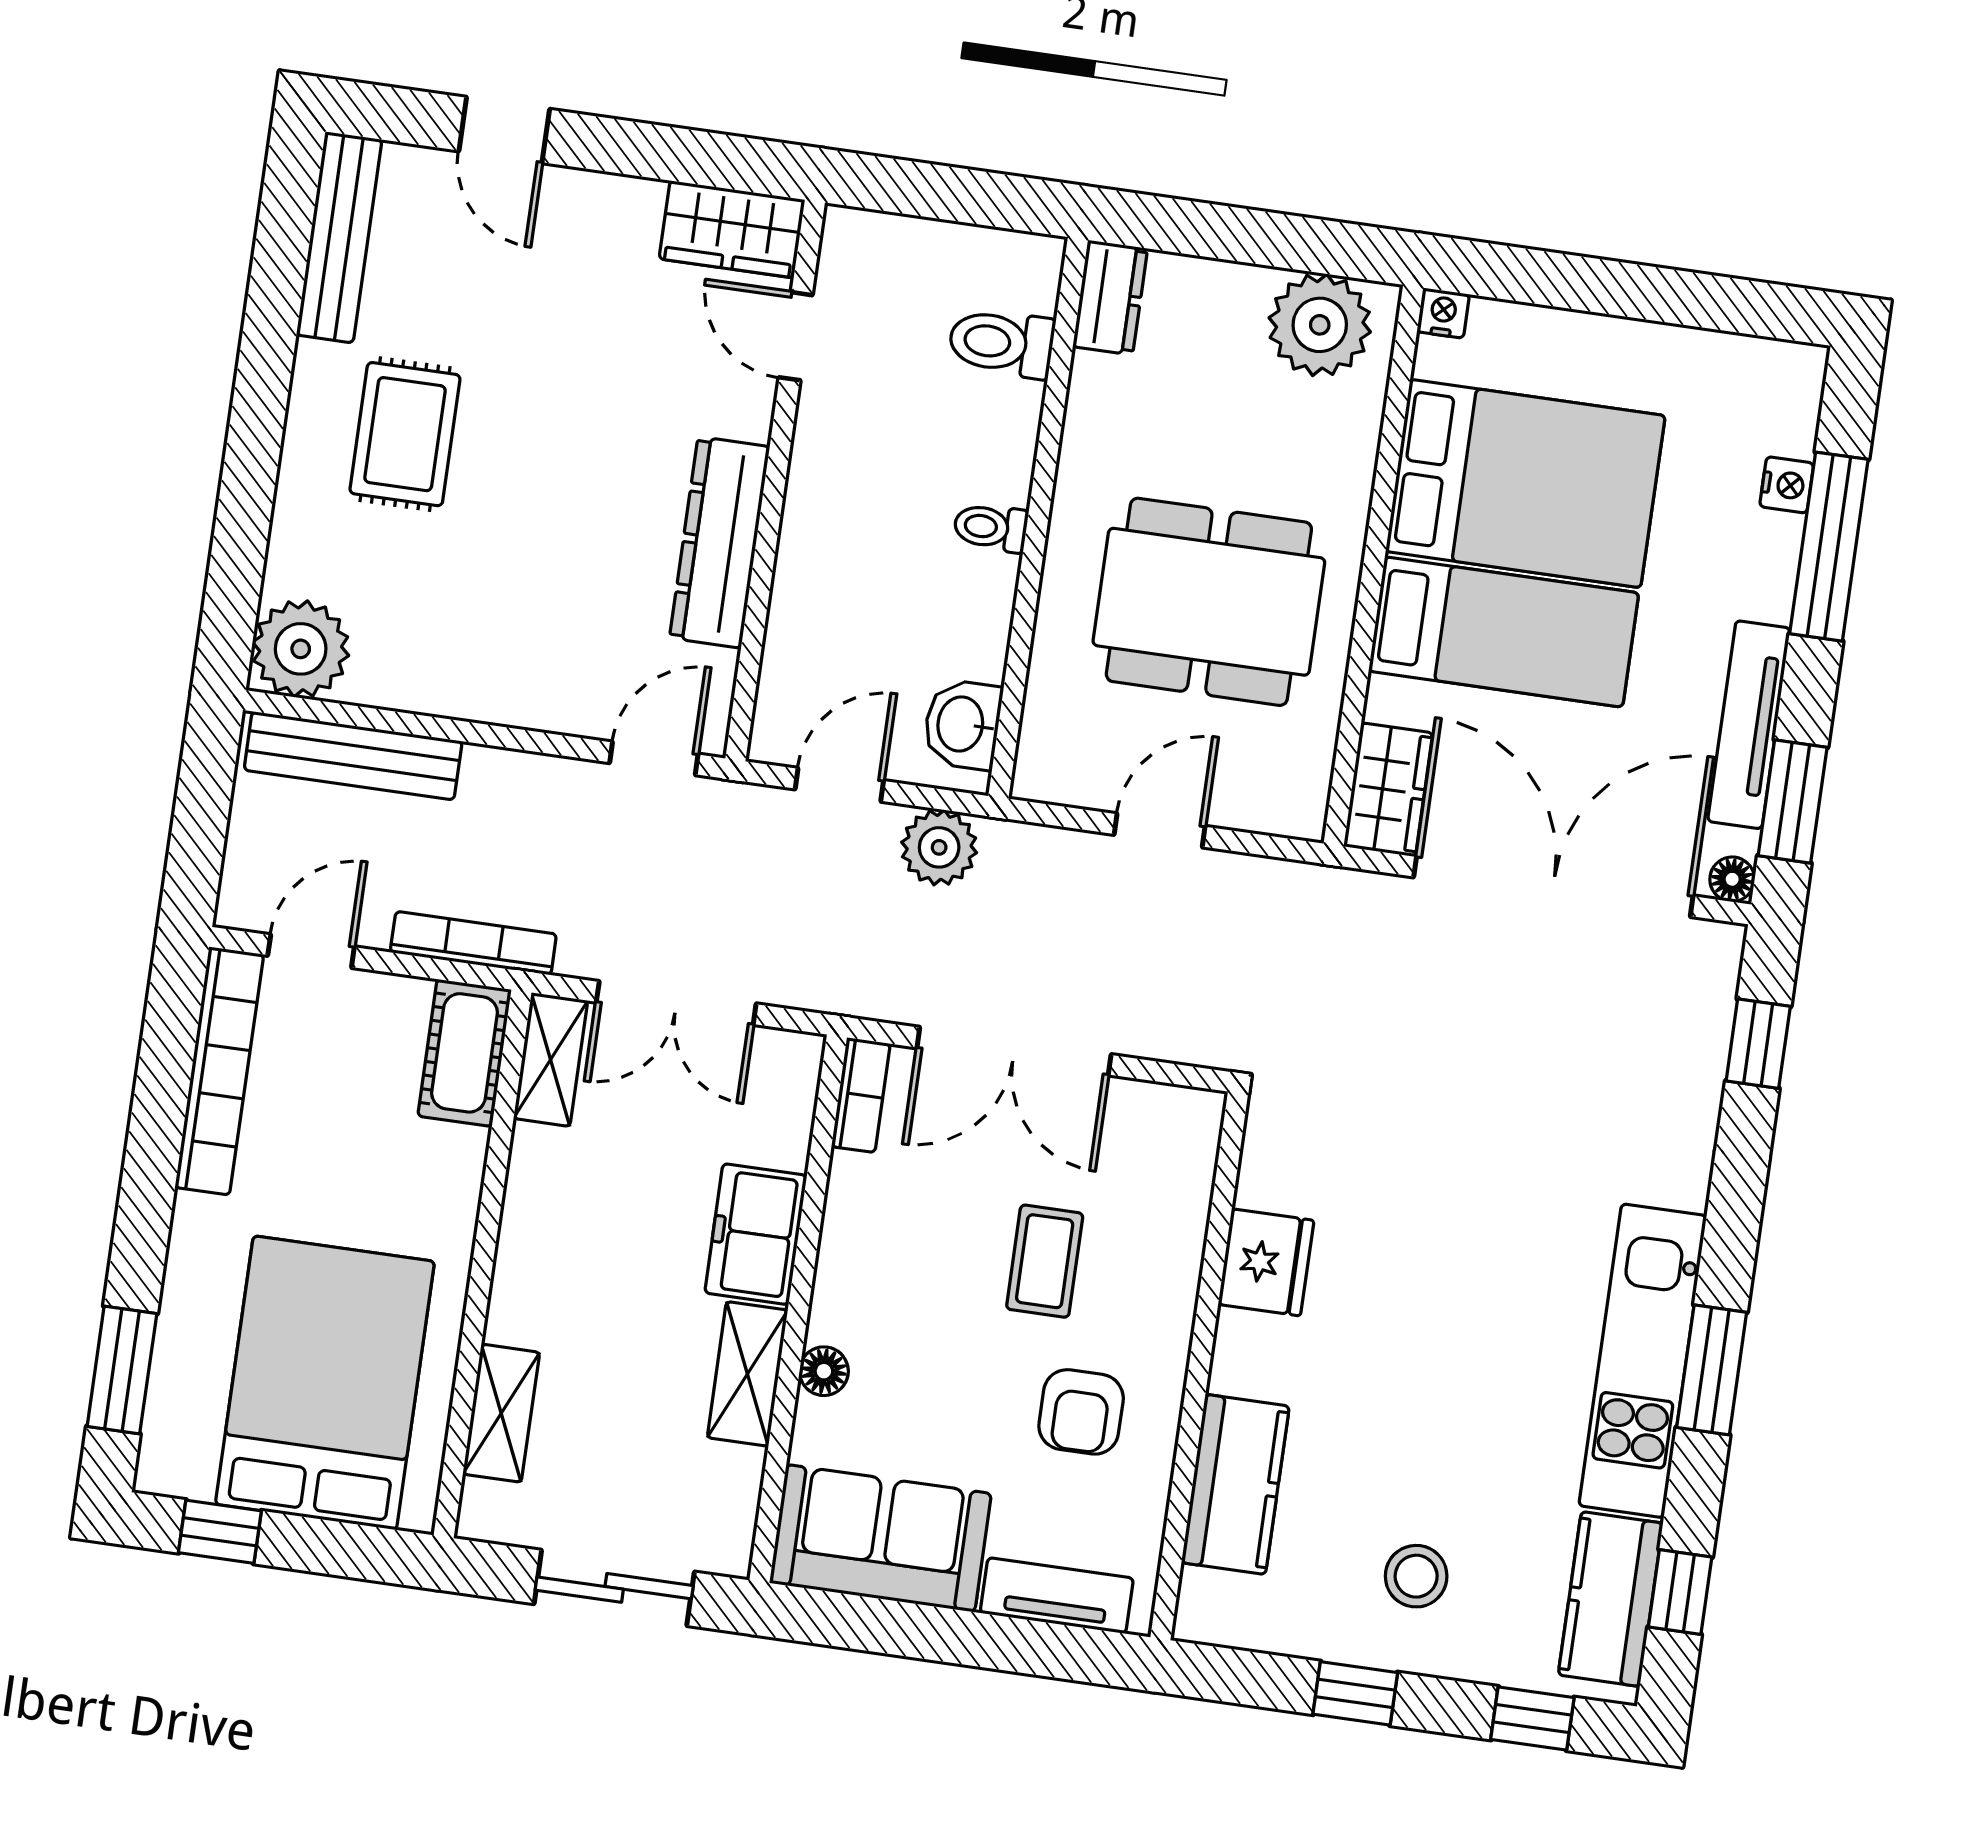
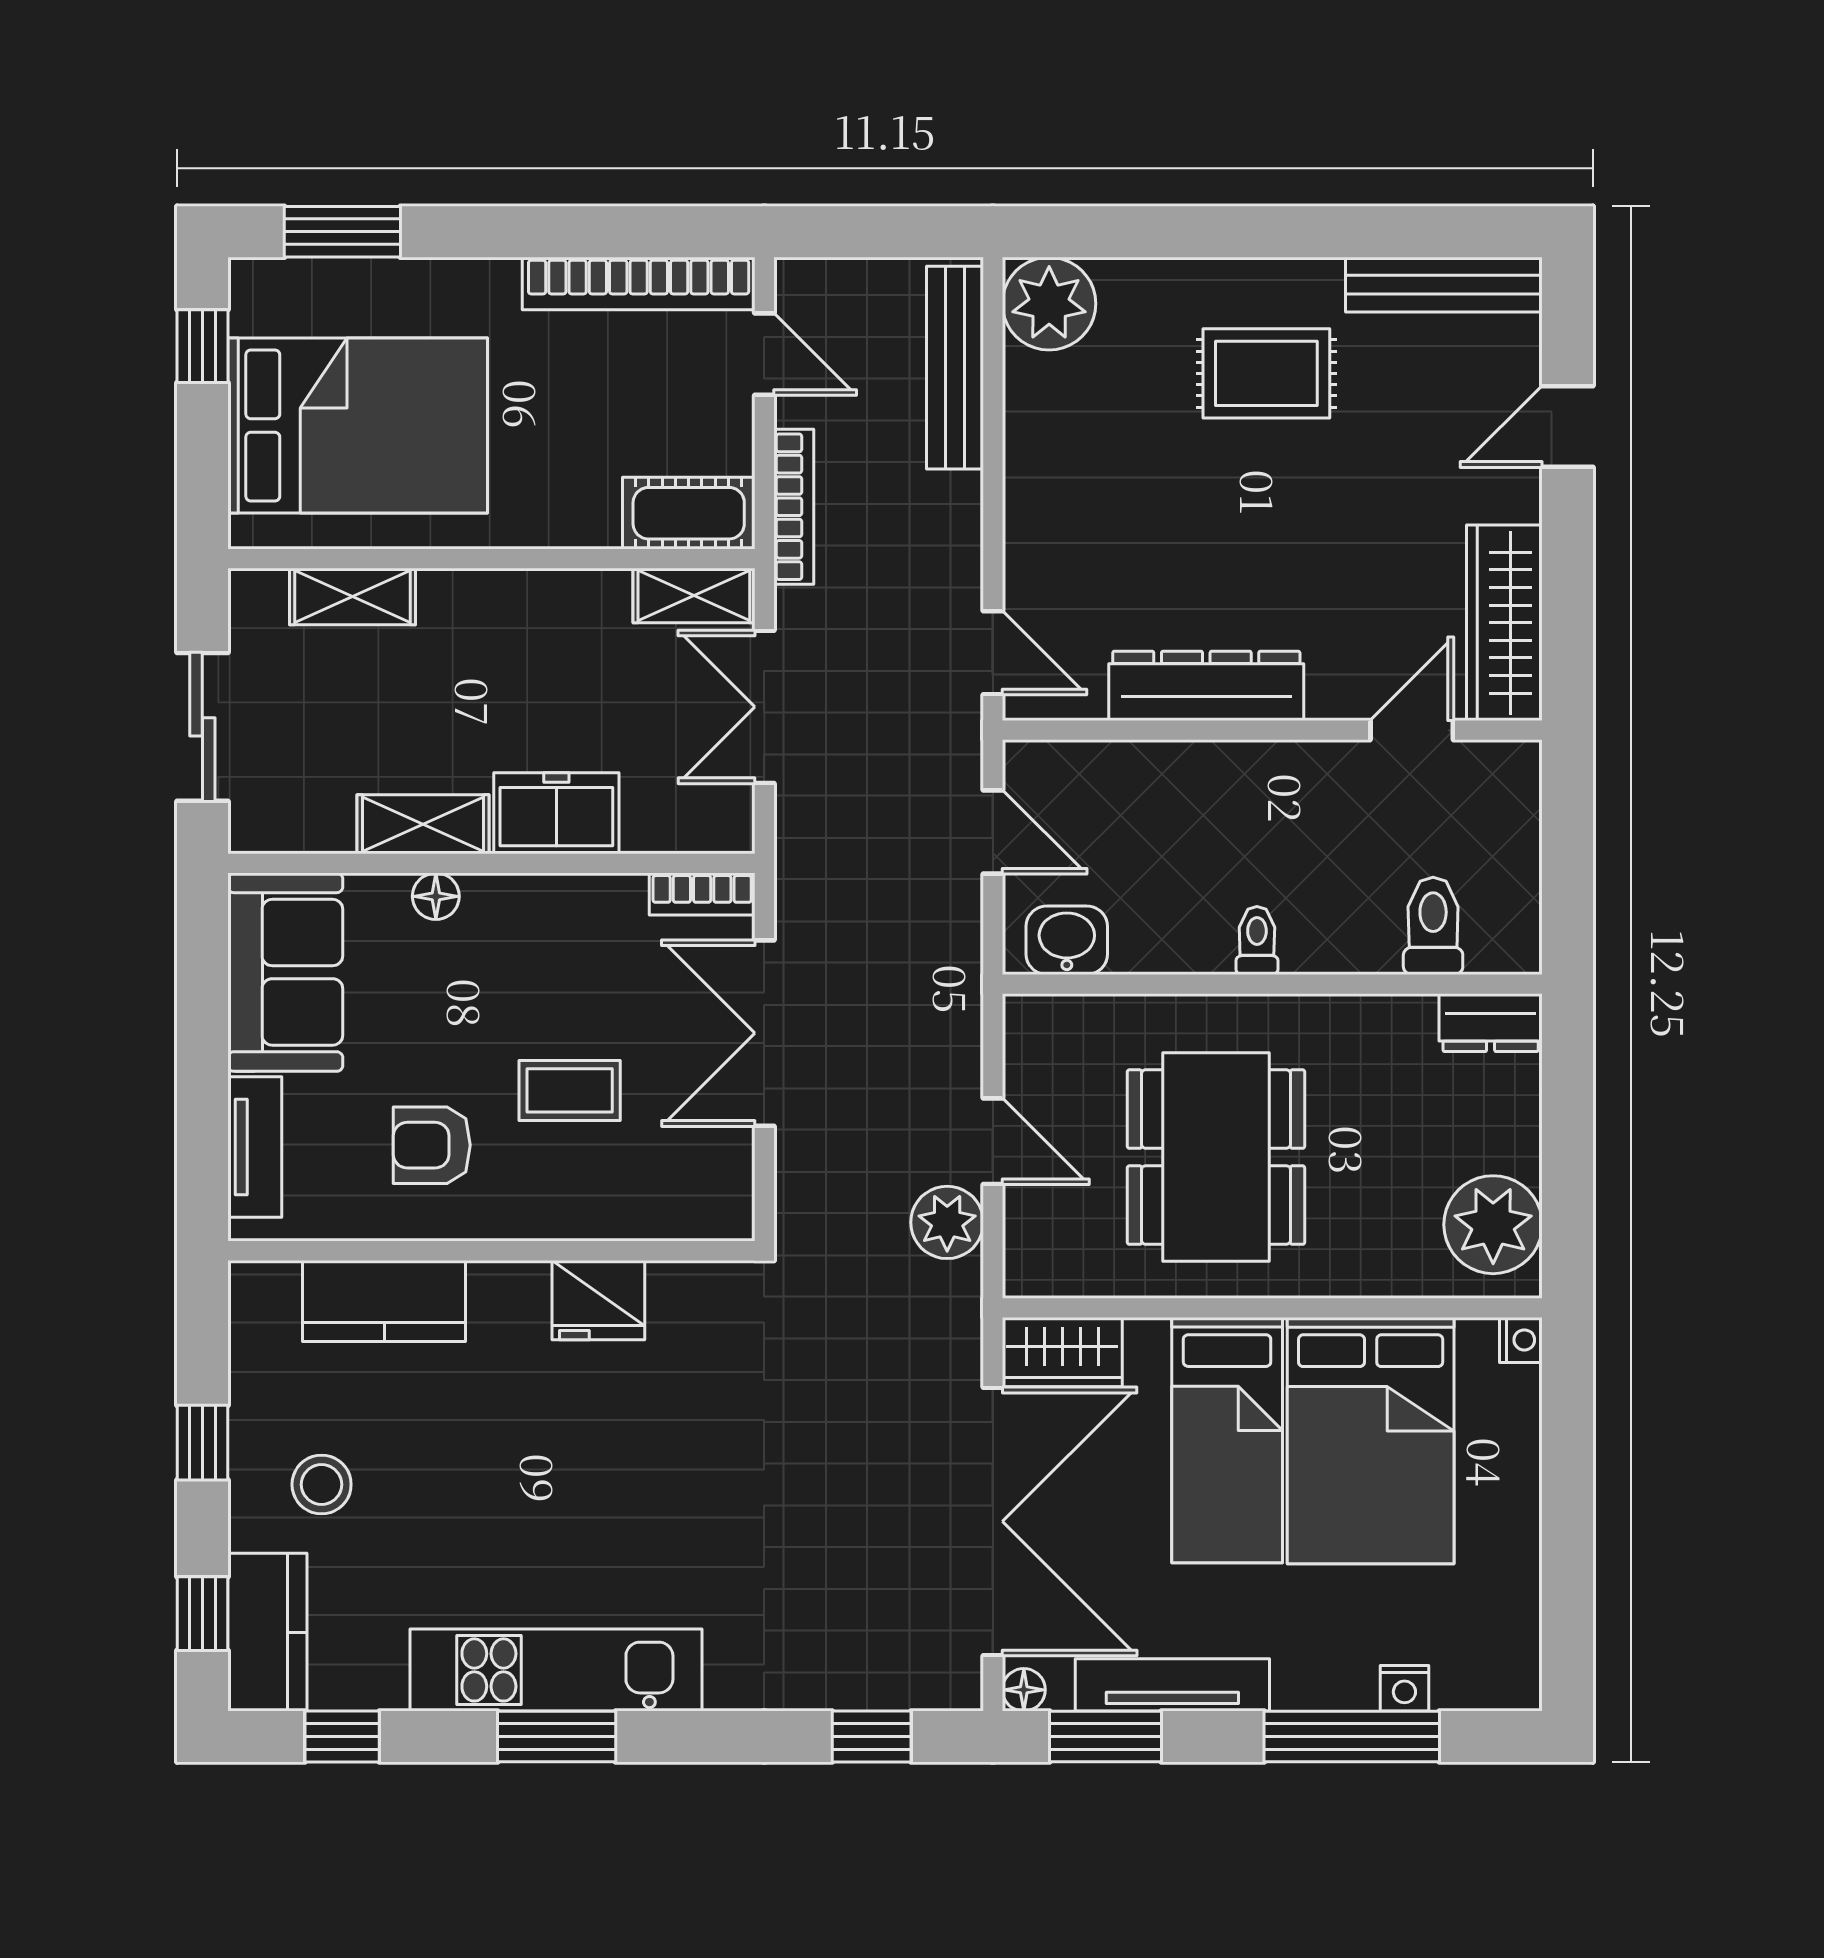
wardrobe: (732, 229) -> (1504, 623), width x1.50
plant: (939, 847) -> (947, 1222), moved
kitchen counter: (1611, 1599) -> (267, 1632), moved, turned 90

